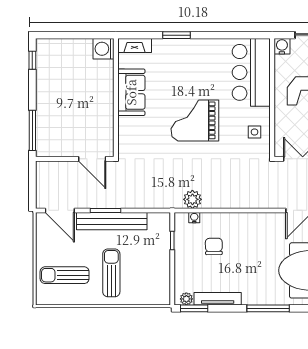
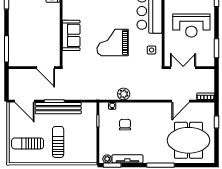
sofa: (131, 92) -> (71, 35), moved
plant: (192, 199) -> (124, 94), moved

